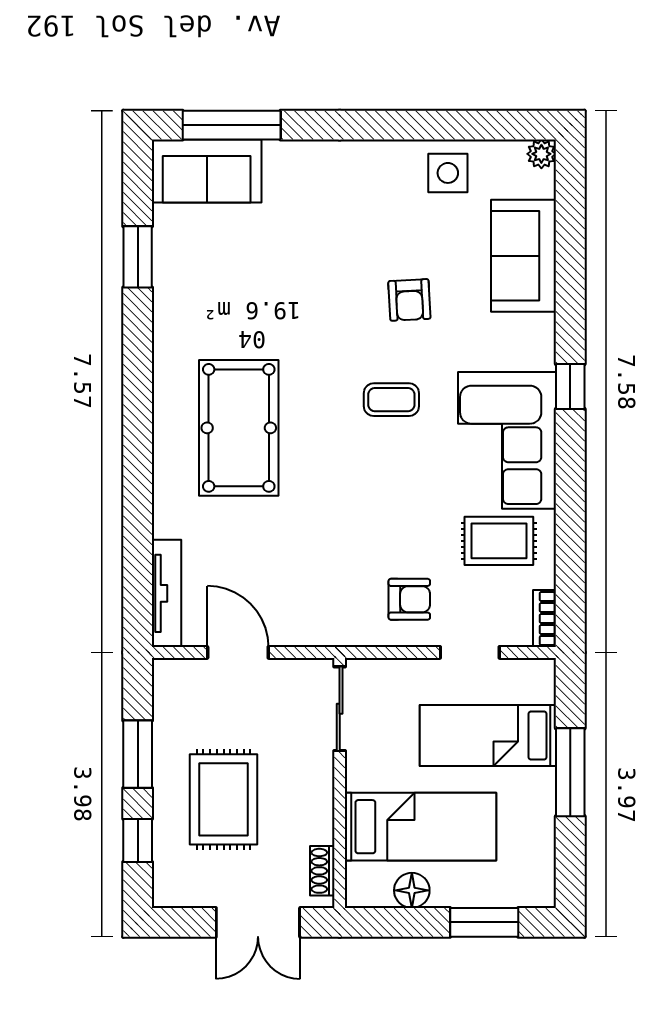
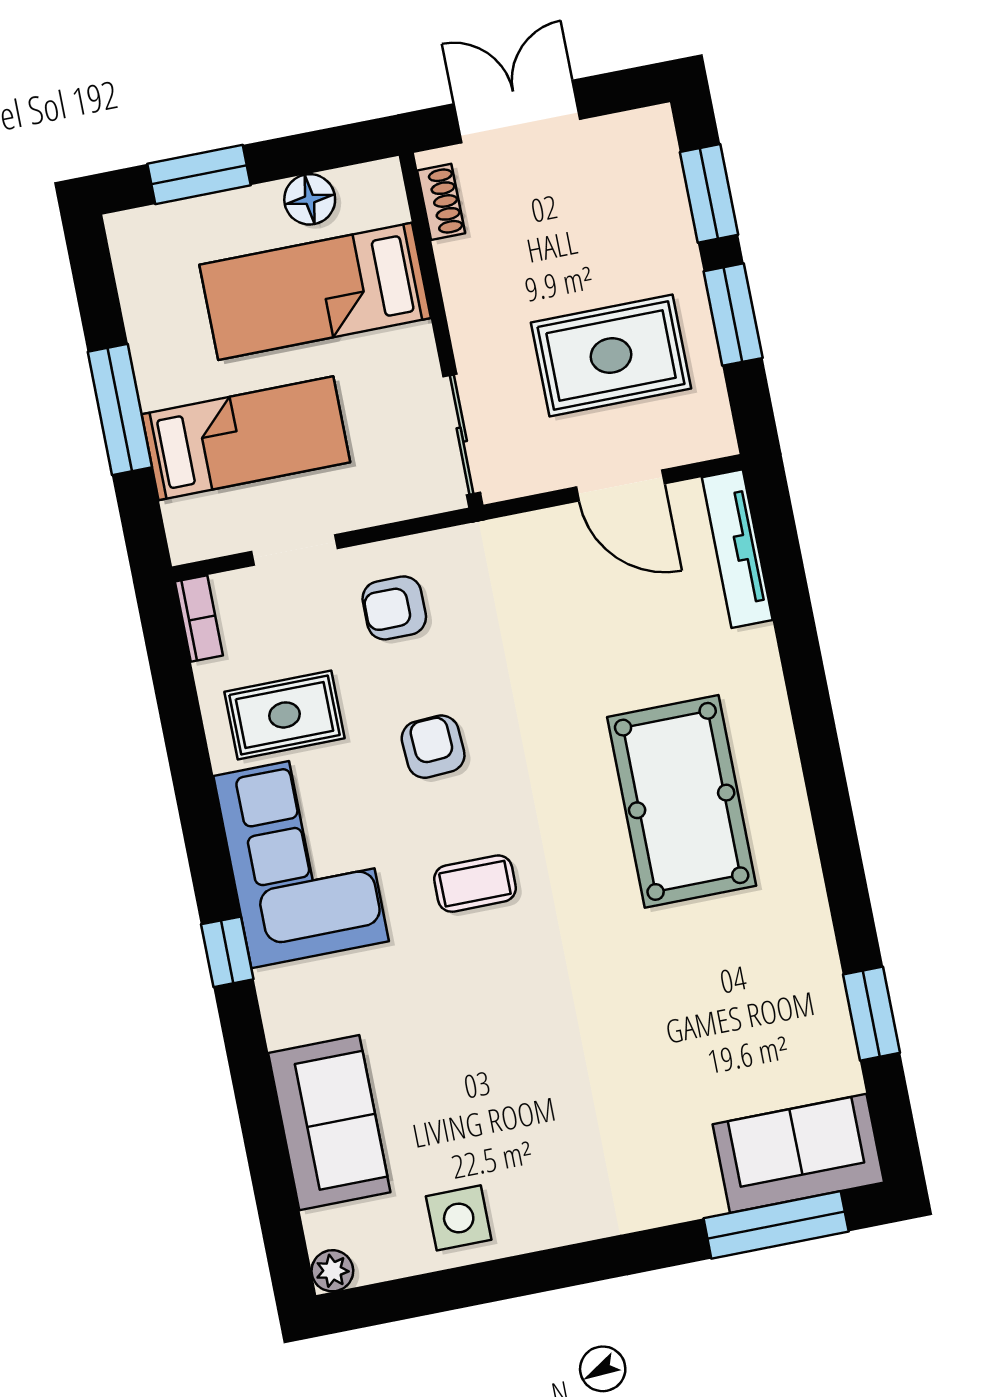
armchair: (409, 300) -> (433, 747), moved
rug: (224, 799) -> (611, 356), moved, turned 90
window: (138, 840) -> (709, 193), width x1.50

